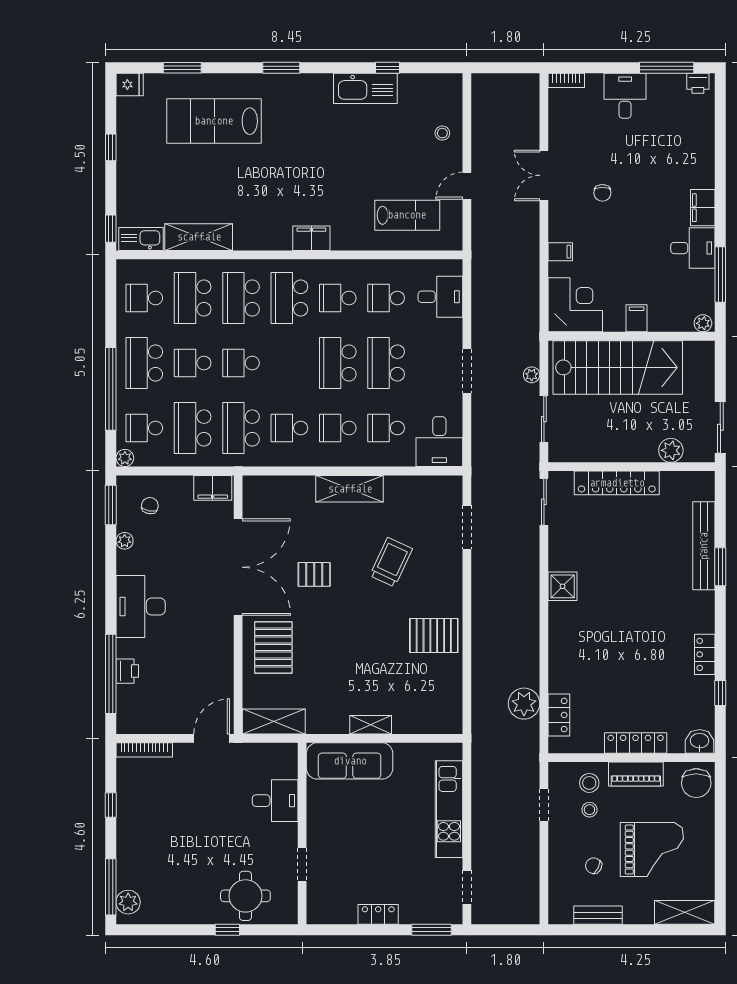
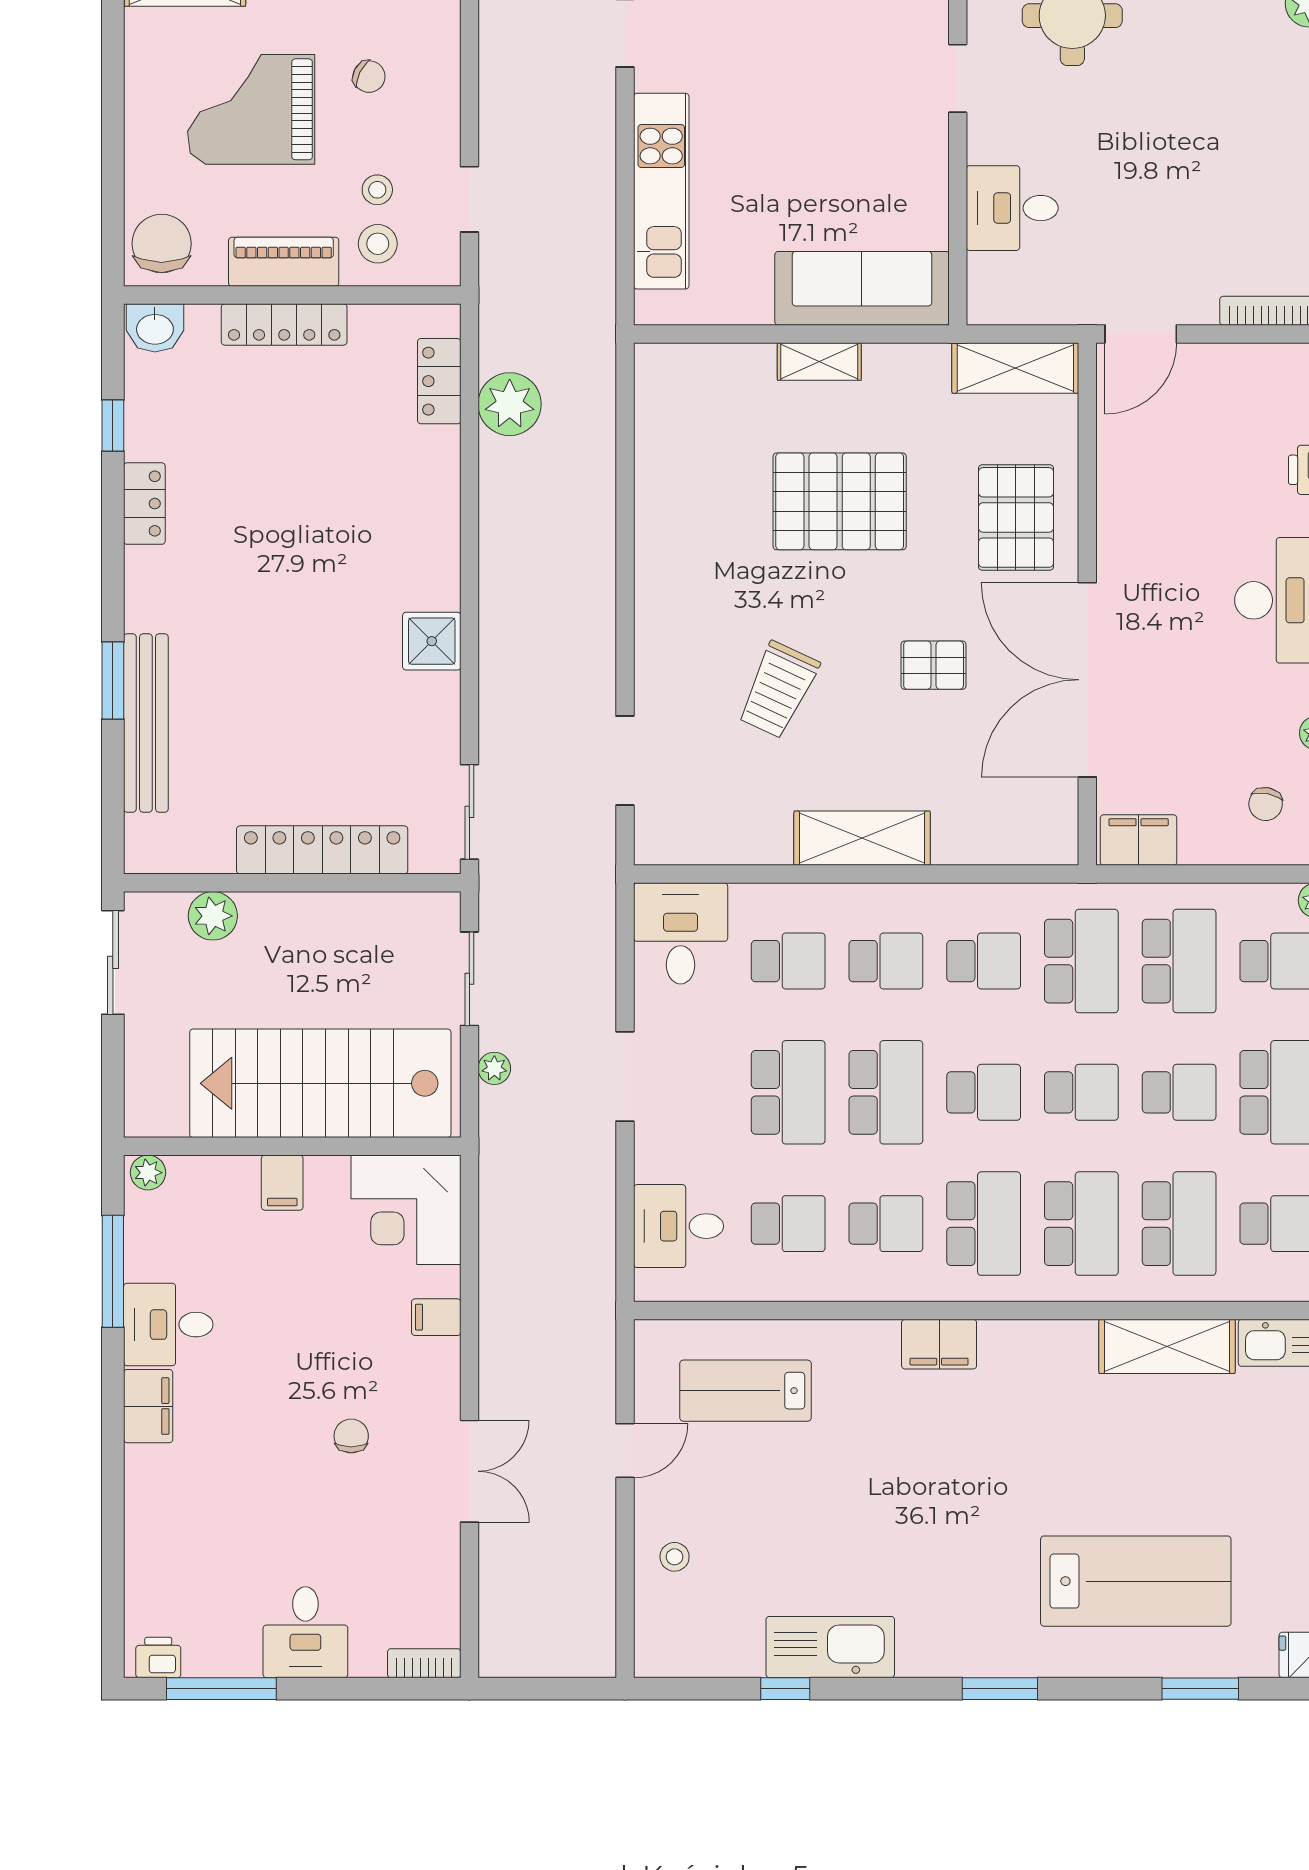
school desk: (289, 363) -> (984, 1092), added
pallet: (434, 636) -> (840, 501), moved, width x1.37, depth x1.41

